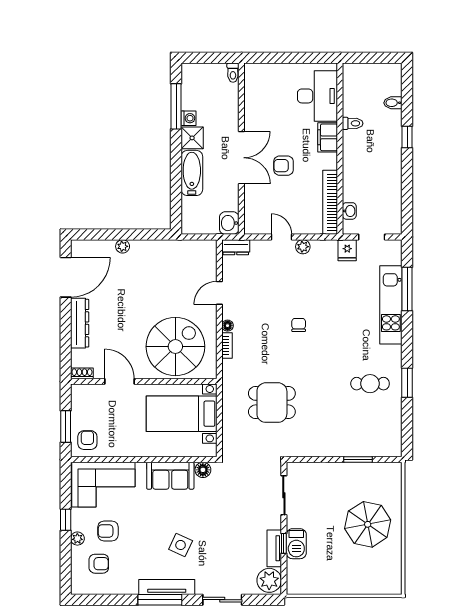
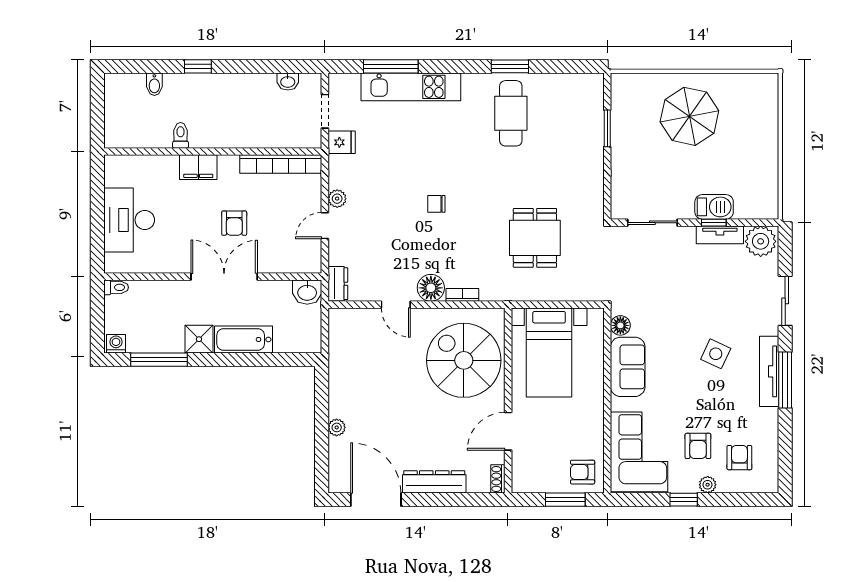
desk: (317, 96) -> (129, 220), moved, turned -90
washing machine: (188, 118) -> (116, 344), moved
washbasin: (349, 211) -> (288, 81), moved, turned 180
floor lamp: (228, 326) -> (431, 288), width x1.89, depth x1.89
cafe table: (370, 384) -> (511, 113), width x1.37, depth x1.35

